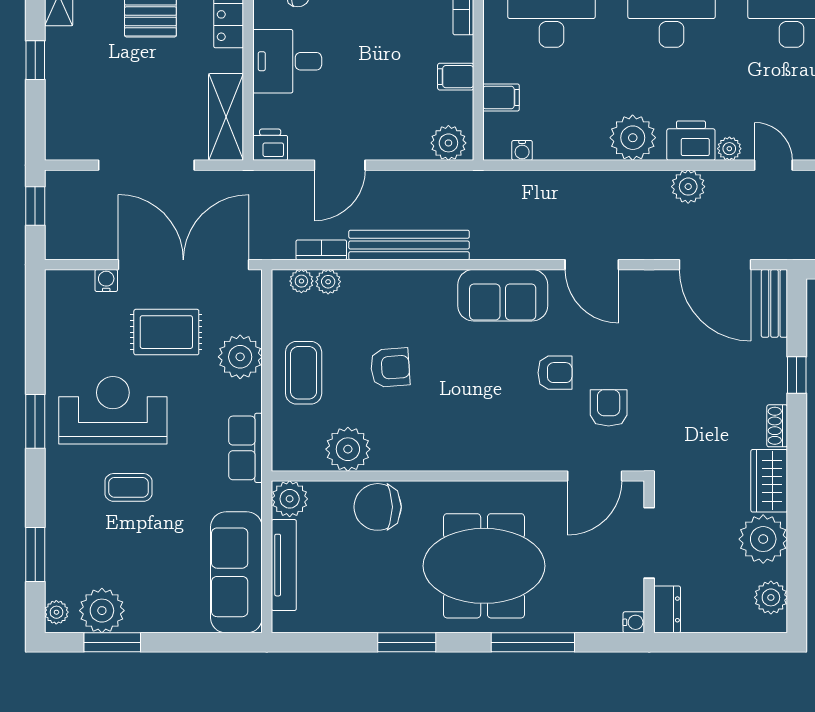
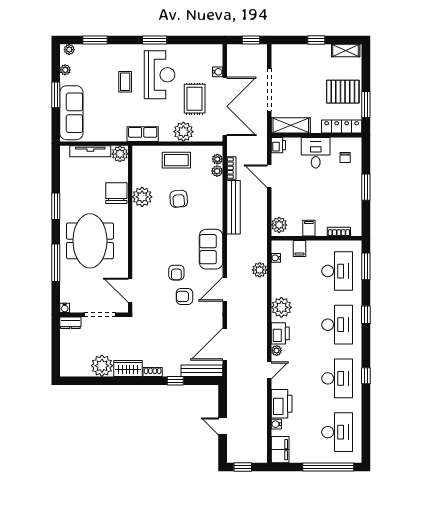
plant: (688, 187) -> (260, 270), moved
bench: (774, 303) -> (202, 371), width x1.36
armchair: (609, 408) -> (184, 296), moved, turned 180
plant: (348, 449) -> (142, 197), moved
sofa: (236, 572) -> (71, 113), moved, turned 90
plant: (771, 597) -> (76, 369), removed
plant: (102, 611) -> (65, 70), width x0.53, depth x0.53
window: (112, 642) -> (56, 95), moved

